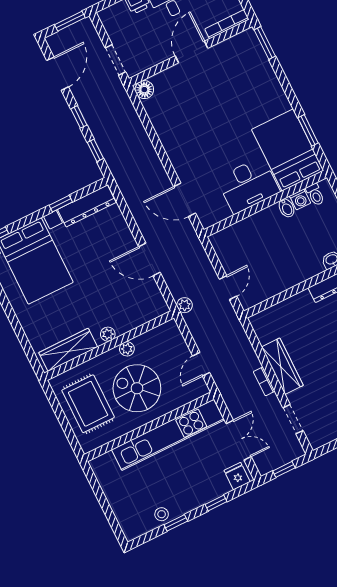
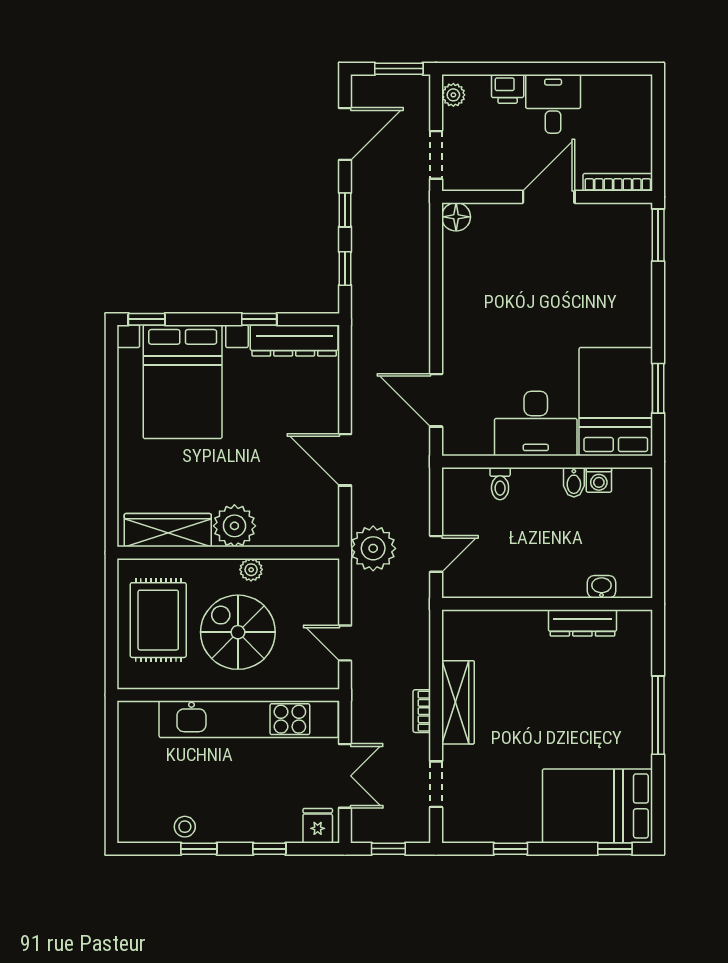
plant: (108, 21) -> (453, 95), added
toilet: (315, 195) -> (500, 484), moved
plant: (185, 305) -> (373, 548), width x1.88, depth x1.88
plant: (108, 334) -> (234, 526), width x1.87, depth x1.87
door: (201, 364) -> (345, 643), hinge flipped

